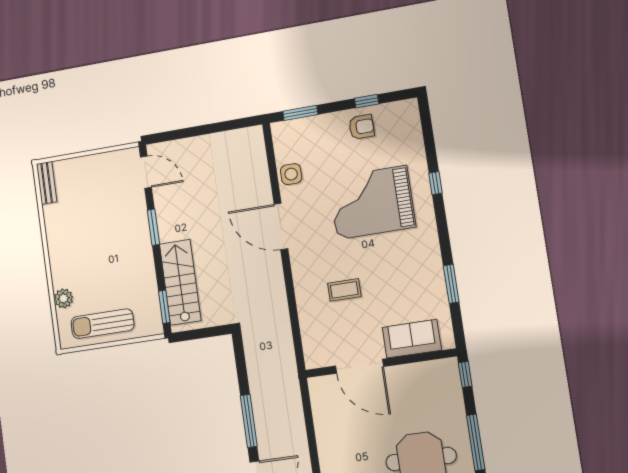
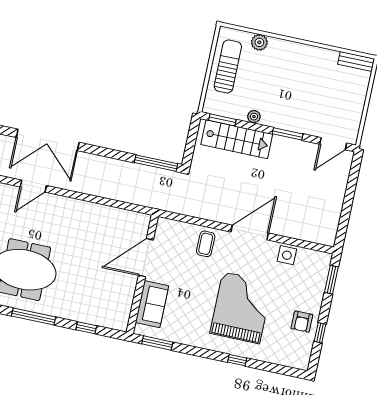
plant: (148, 273) -> (254, 117), added
coffee table: (344, 290) -> (206, 244), moved
sofa: (412, 339) -> (152, 304), moved
wall: (381, 363) -> (142, 274), moved
door: (359, 366) -> (146, 258), moved
window: (249, 421) -> (156, 163), moved

